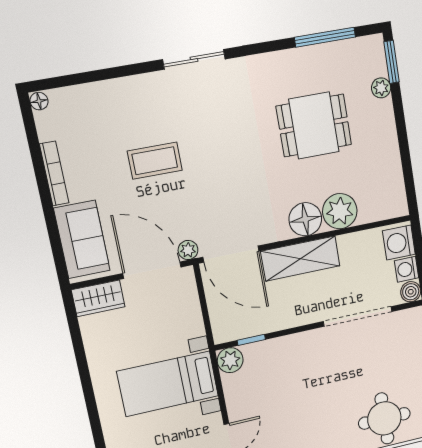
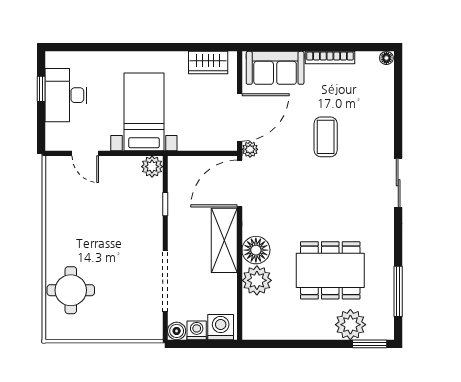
plant: (381, 88) -> (350, 325), width x1.88, depth x1.88
dining table: (314, 125) -> (330, 270), width x1.38
wardrobe: (98, 298) -> (208, 63), moved, turned -90
window: (251, 340) -> (165, 204), moved

